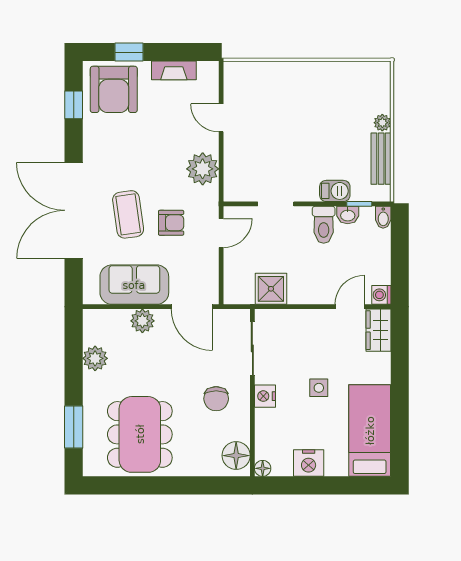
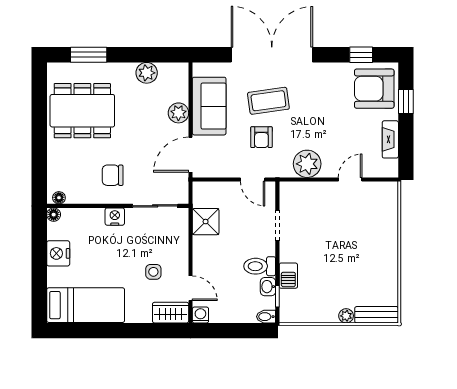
bench: (381, 159) -> (377, 315), moved
side table: (319, 388) -> (153, 272), moved
floor lamp: (236, 456) -> (59, 198), width x0.53, depth x0.53

